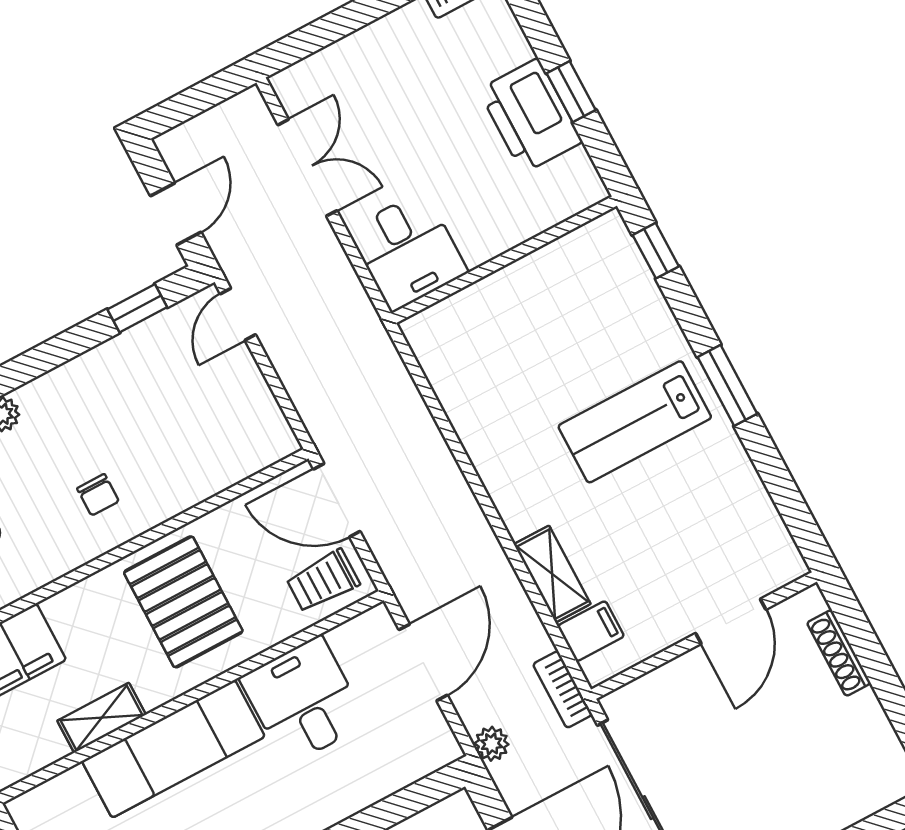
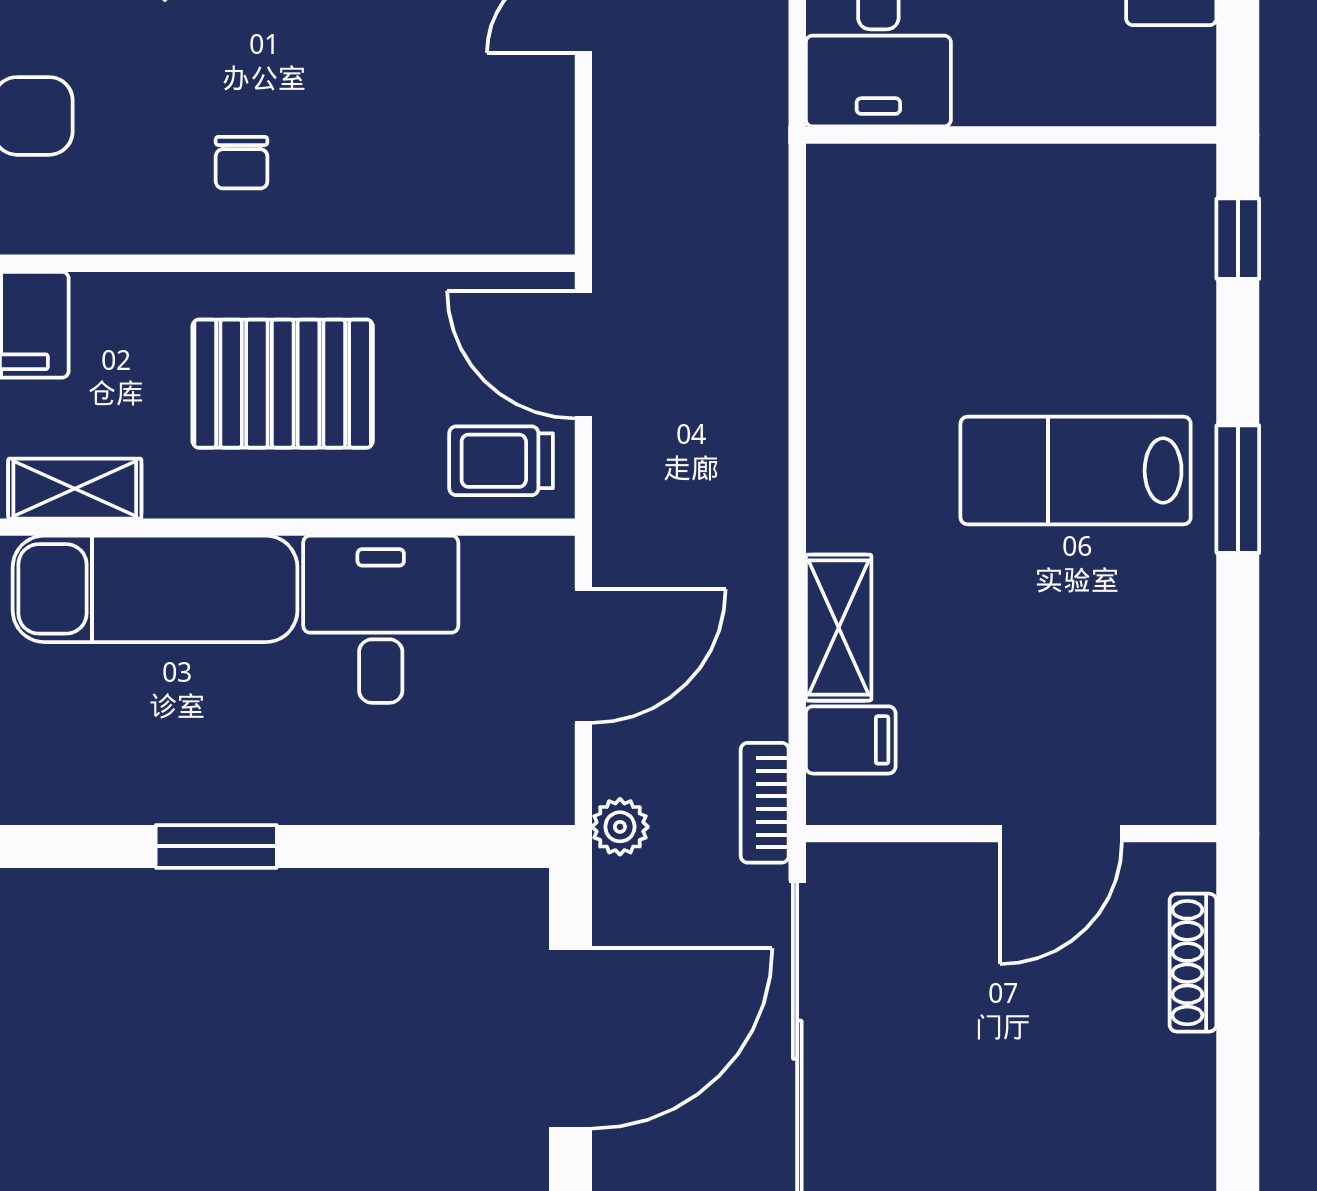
pallet: (183, 602) -> (283, 384), turned 90

